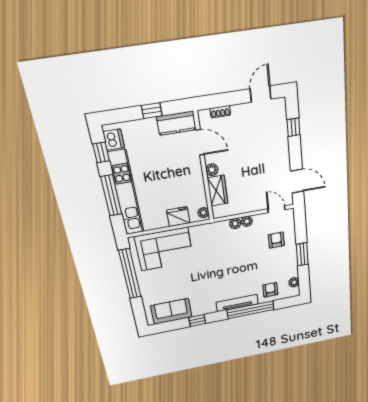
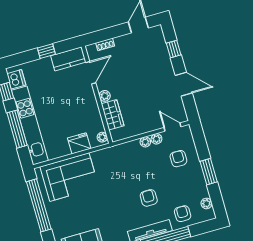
door: (200, 142) -> (91, 73), hinge flipped
door: (297, 181) -> (184, 84), moved
plant: (235, 223) -> (156, 139), moved
armchair: (241, 274) -> (149, 198), added

